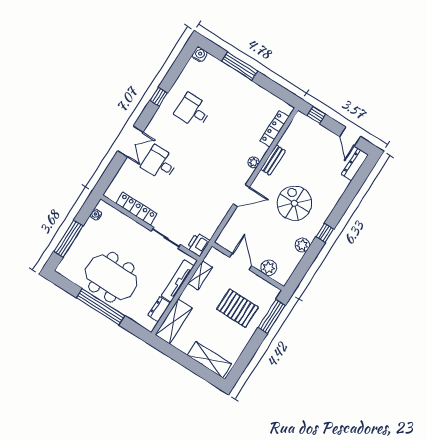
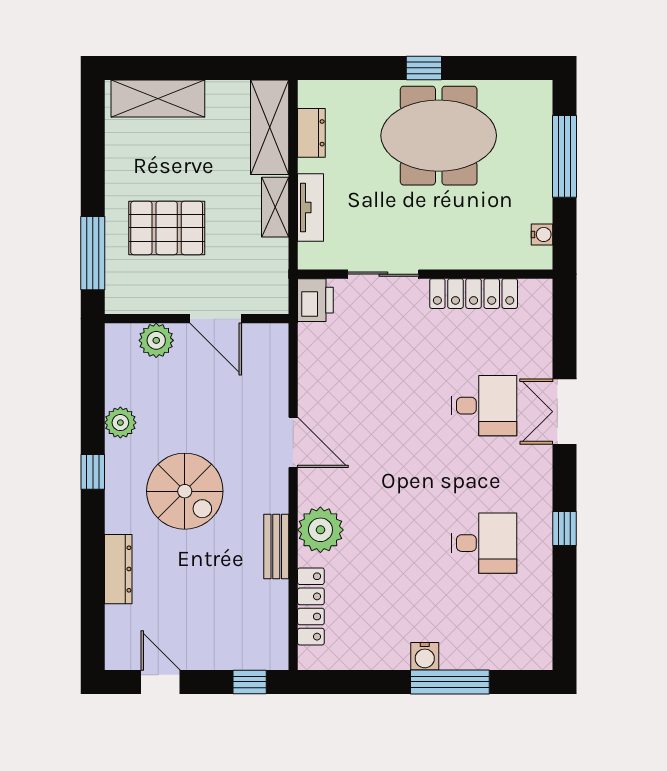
water cooler: (200, 54) -> (425, 656), moved
plant: (254, 162) -> (320, 530), width x1.87, depth x1.87
dresser: (355, 165) -> (118, 569), moved
door: (241, 196) -> (293, 442), swing flipped
shelving: (200, 275) -> (275, 207), moved
tv unit: (178, 281) -> (310, 208), width x0.71
window: (100, 307) -> (424, 68), width x0.32

